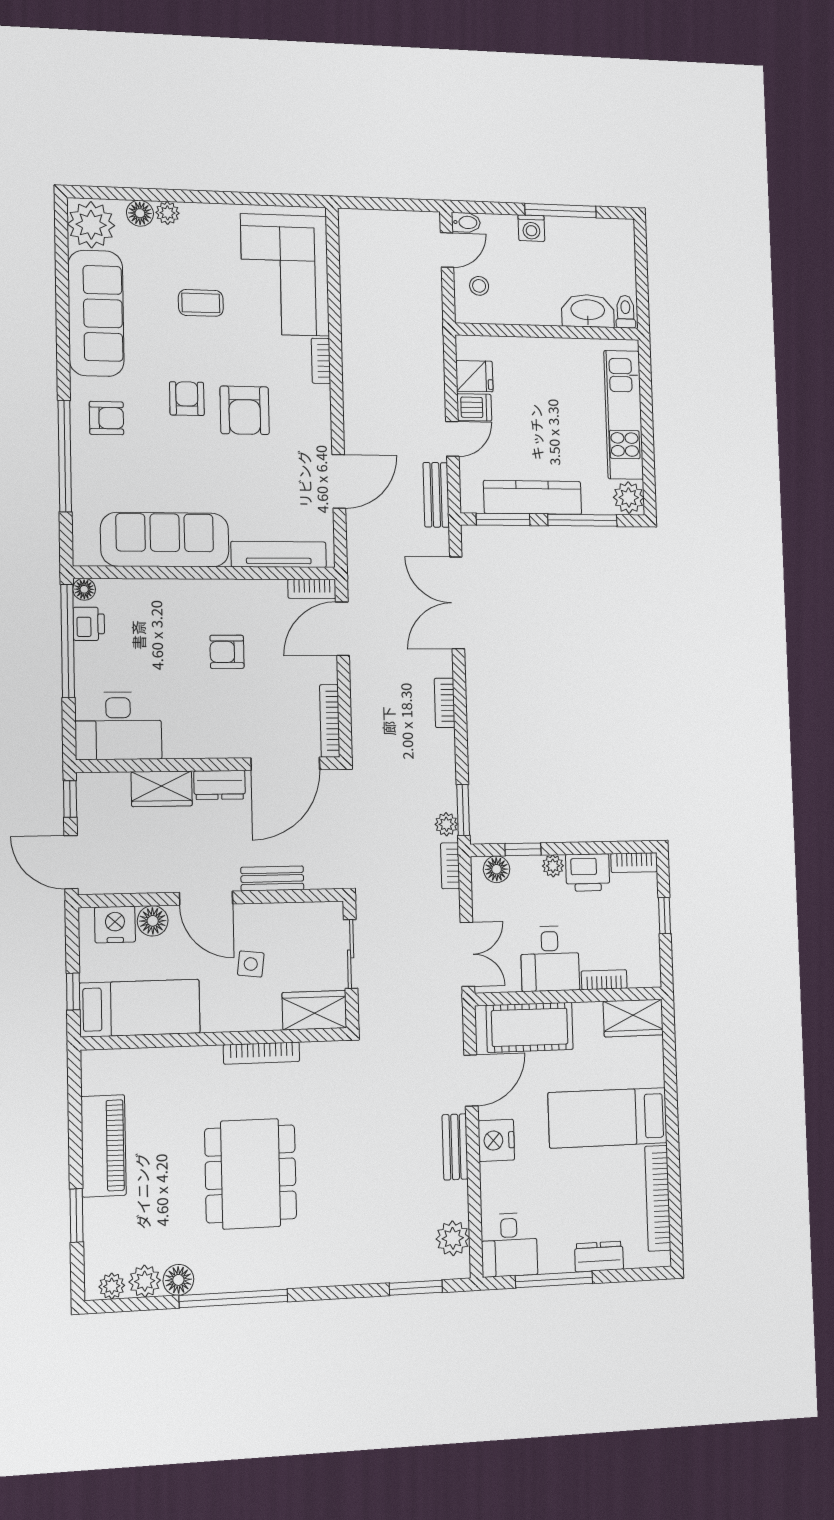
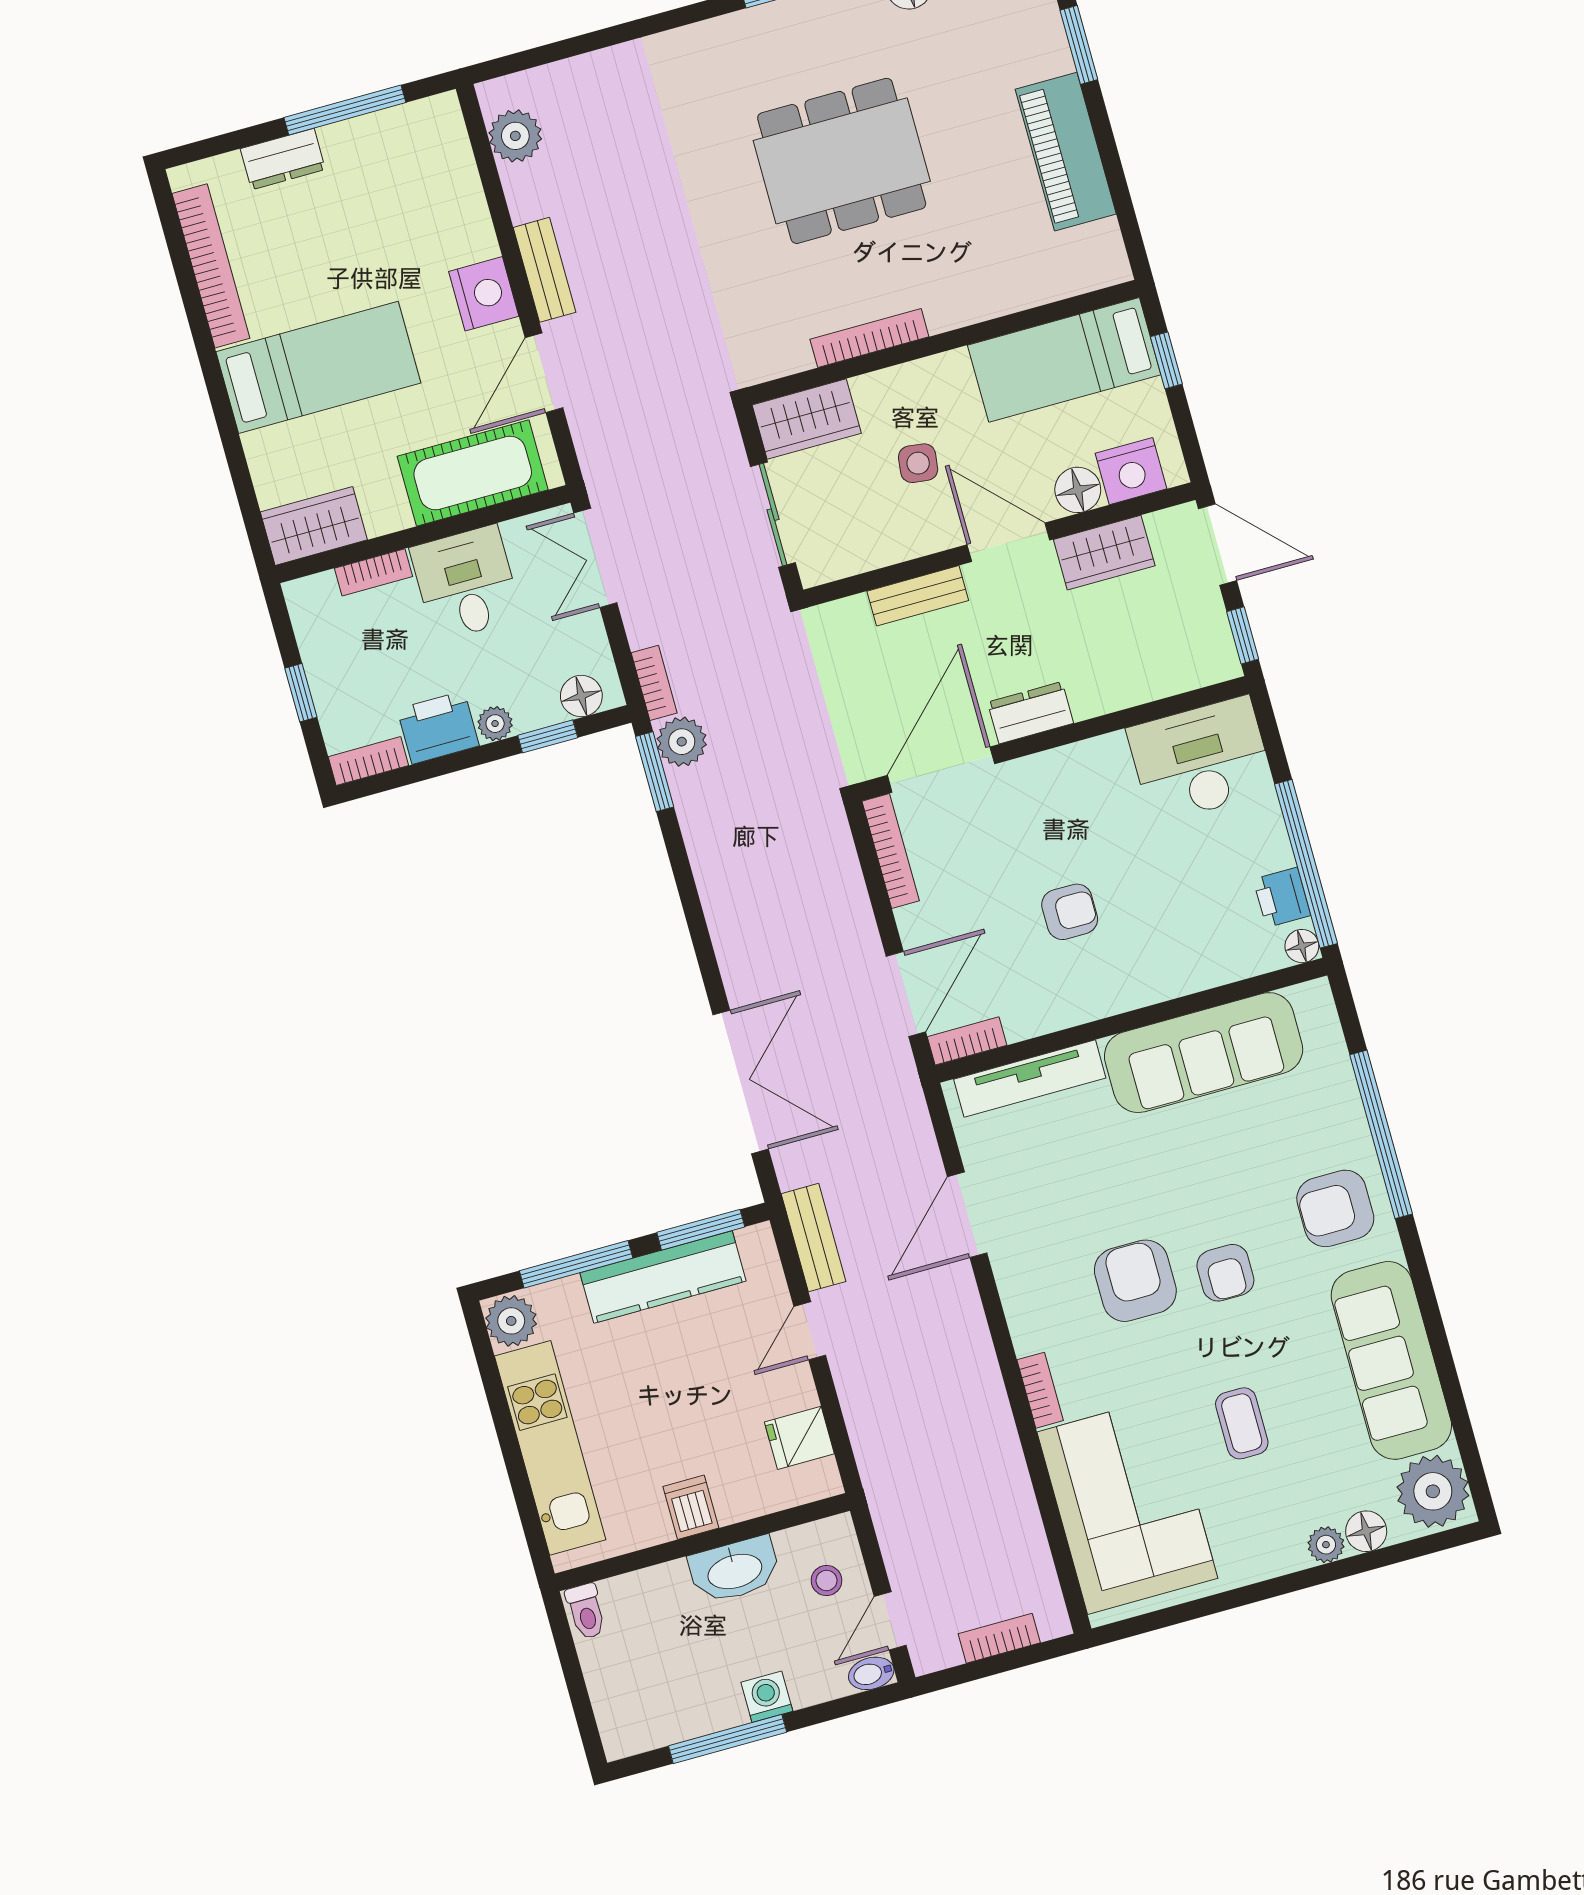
coffee table: (201, 303) -> (1242, 1423), turned 90
washbasin: (588, 311) -> (734, 1570), moved
dishwasher: (474, 407) -> (691, 1507), moved, turned 90
armchair: (106, 418) -> (1335, 1208), width x1.38, depth x1.38
bookcase: (445, 703) -> (999, 1638), moved, turned -90
wardrobe: (162, 789) -> (1104, 553), moved, turned 180
plant: (446, 824) -> (682, 742), width x1.38, depth x1.38
dining table: (251, 1174) -> (842, 161), turned 90
desk: (509, 1245) -> (426, 146), removed
window: (416, 1288) -> (554, 52), removed

